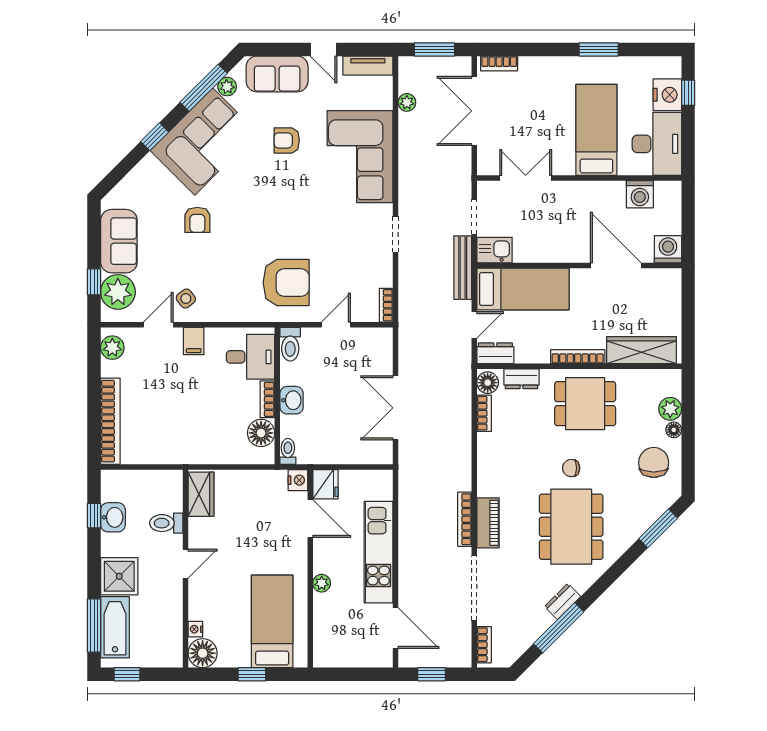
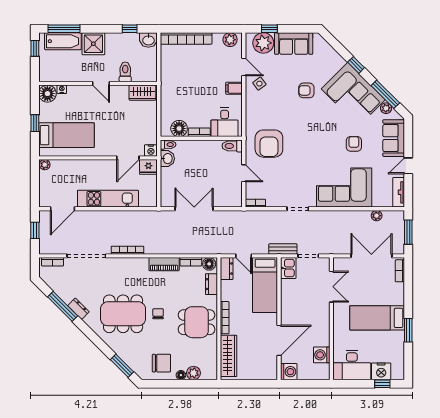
bed: (596, 130) -> (377, 318), moved, turned 180
bench: (463, 268) -> (283, 249), width x0.73
washbasin: (292, 400) -> (167, 159), moved, turned -90
dining table: (585, 404) -> (197, 322), turned 90
washbasin: (113, 517) -> (148, 40), moved
piano: (488, 523) -> (164, 264), moved
plant: (322, 583) -> (45, 165), moved

